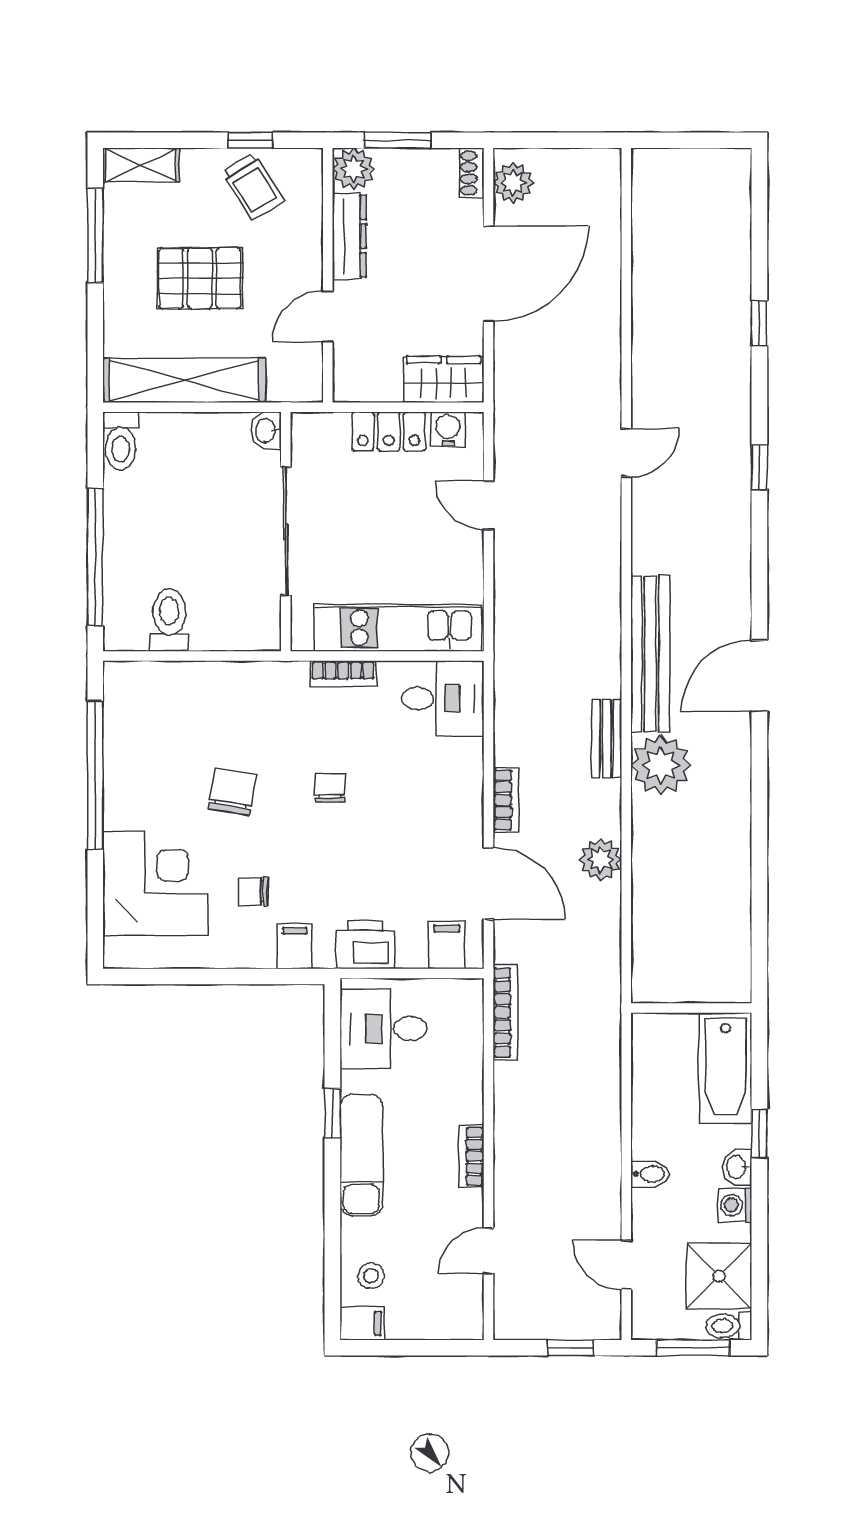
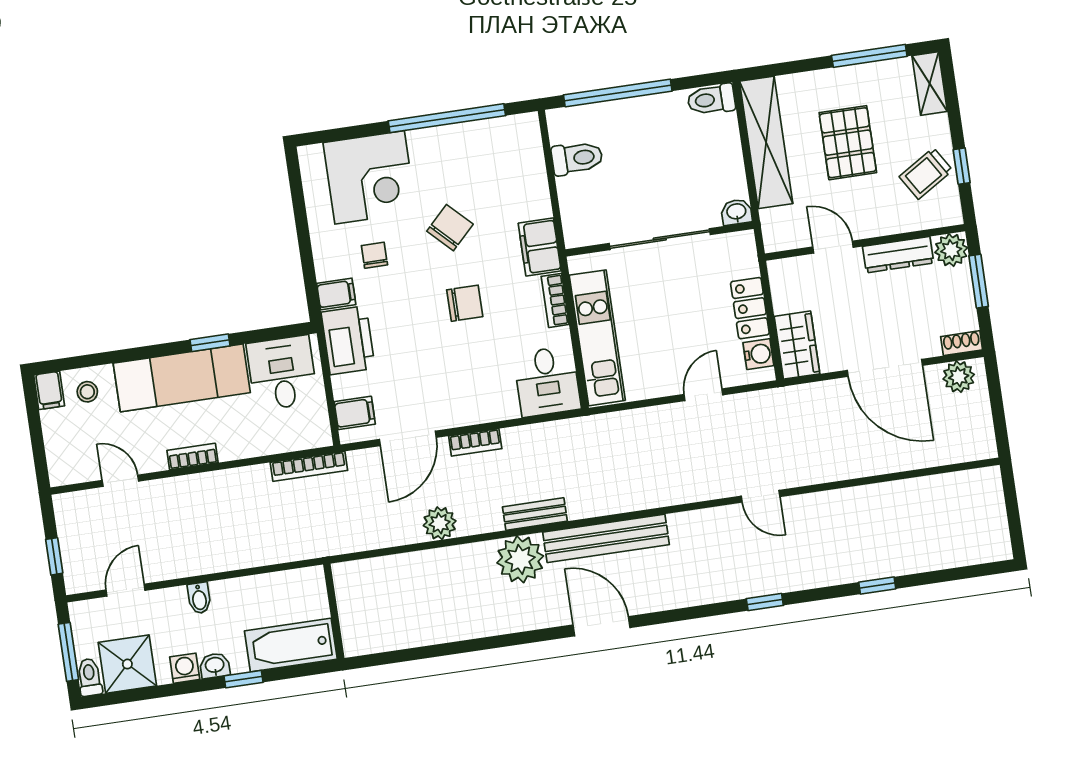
filing cabinet: (274, 683) -> (540, 247), added
chair: (330, 787) -> (465, 303), width x1.37, depth x1.37
chair: (233, 792) -> (450, 228), turned -55
printer: (366, 945) -> (348, 340), width x1.37, depth x1.19
exam couch: (361, 1155) -> (182, 378), width x1.36, depth x1.45

